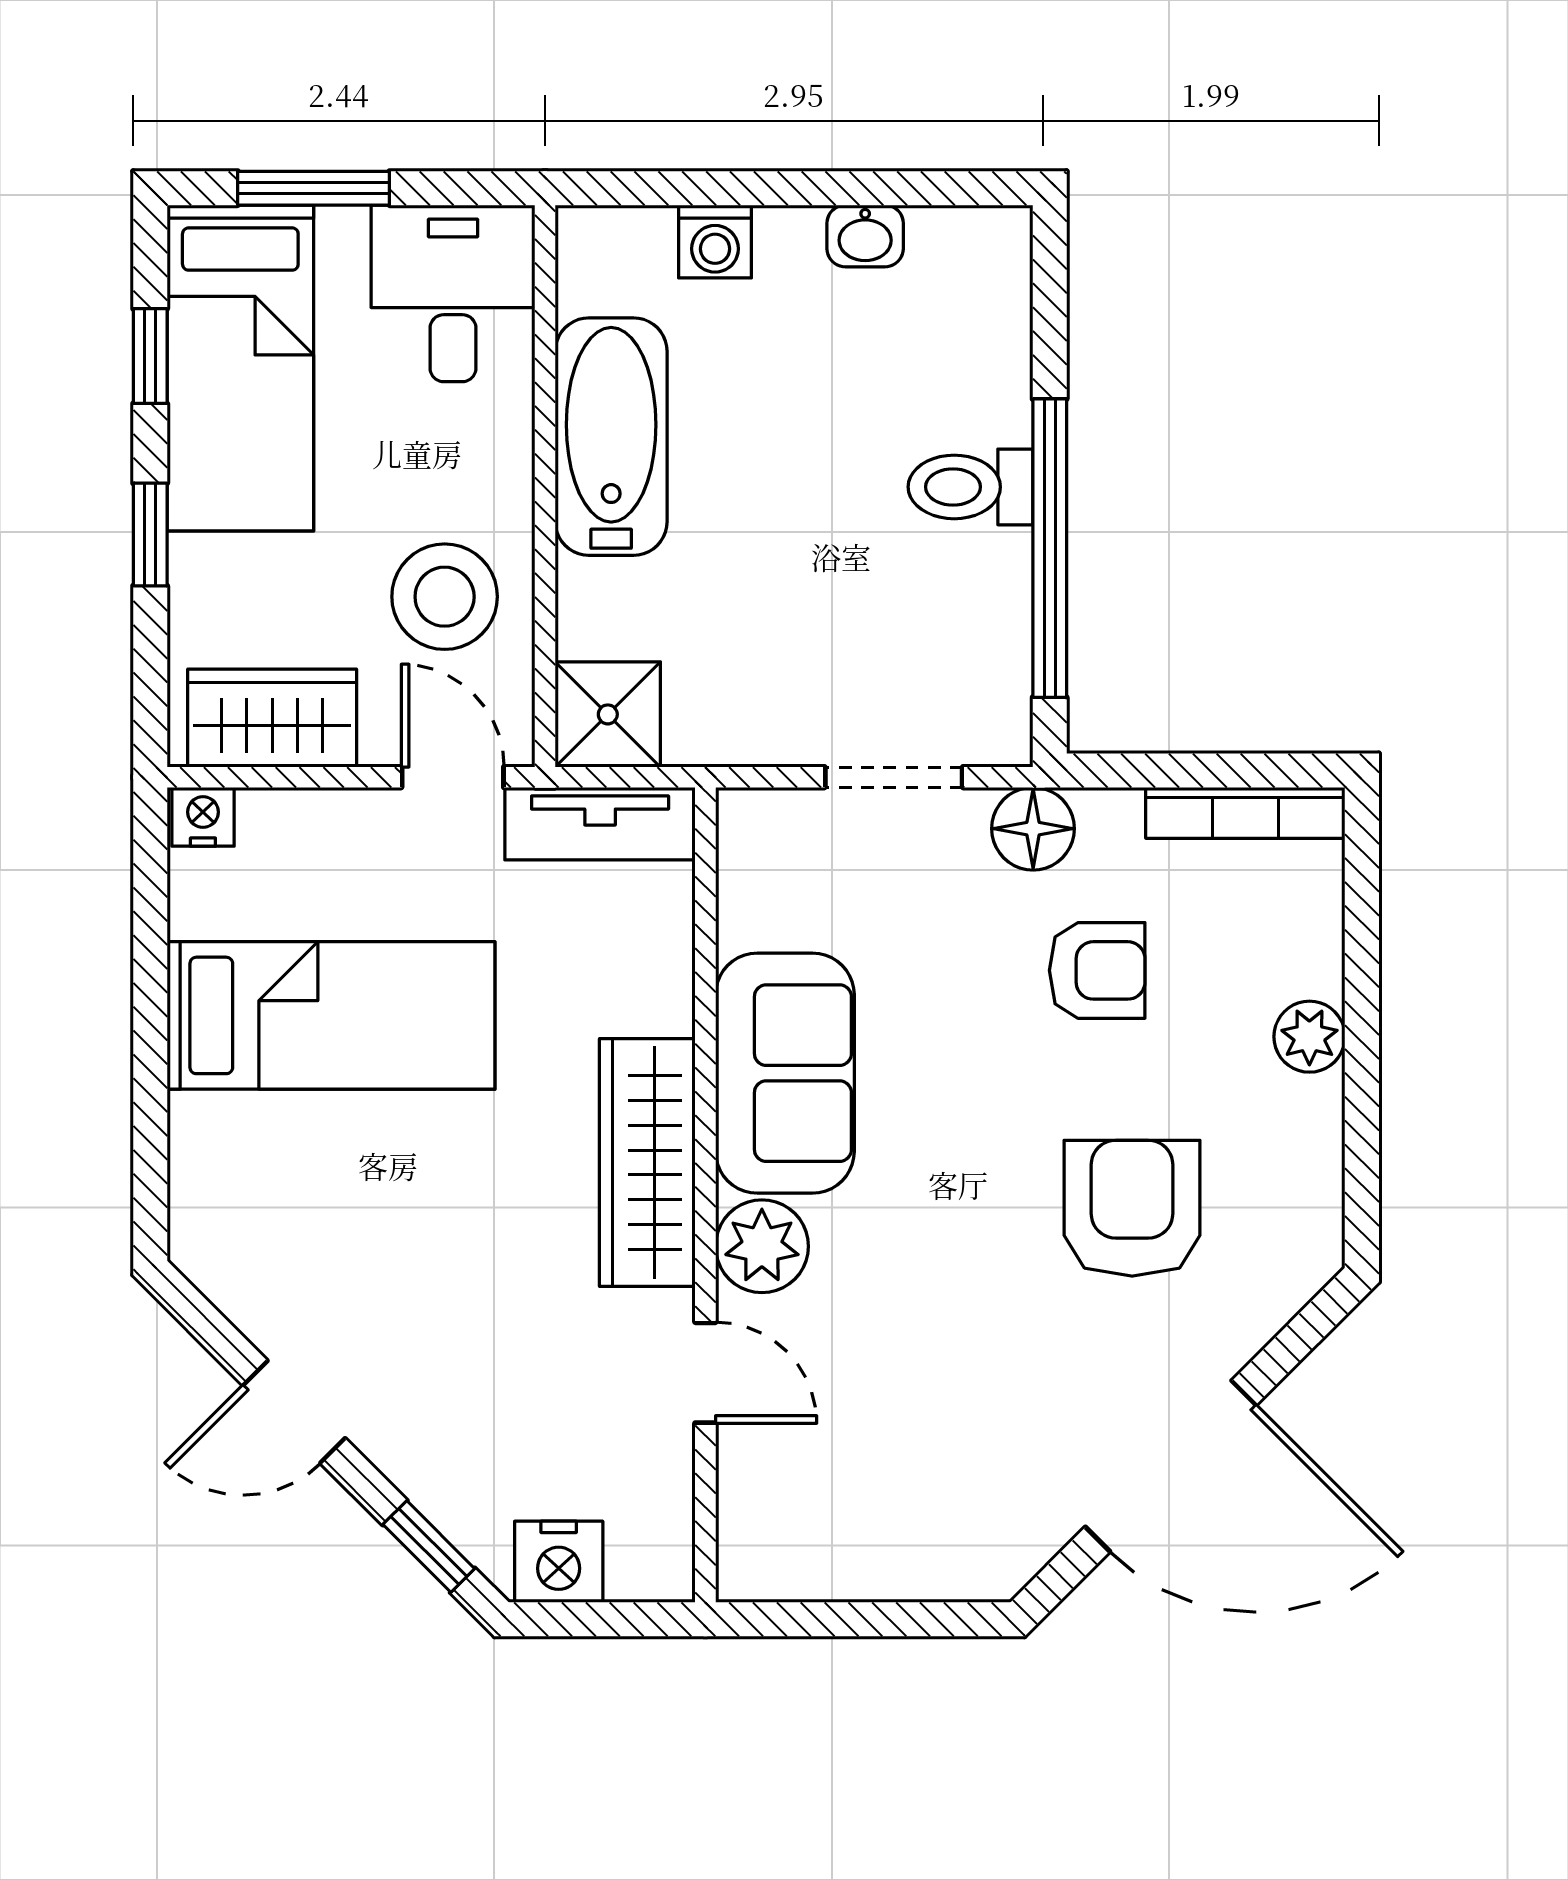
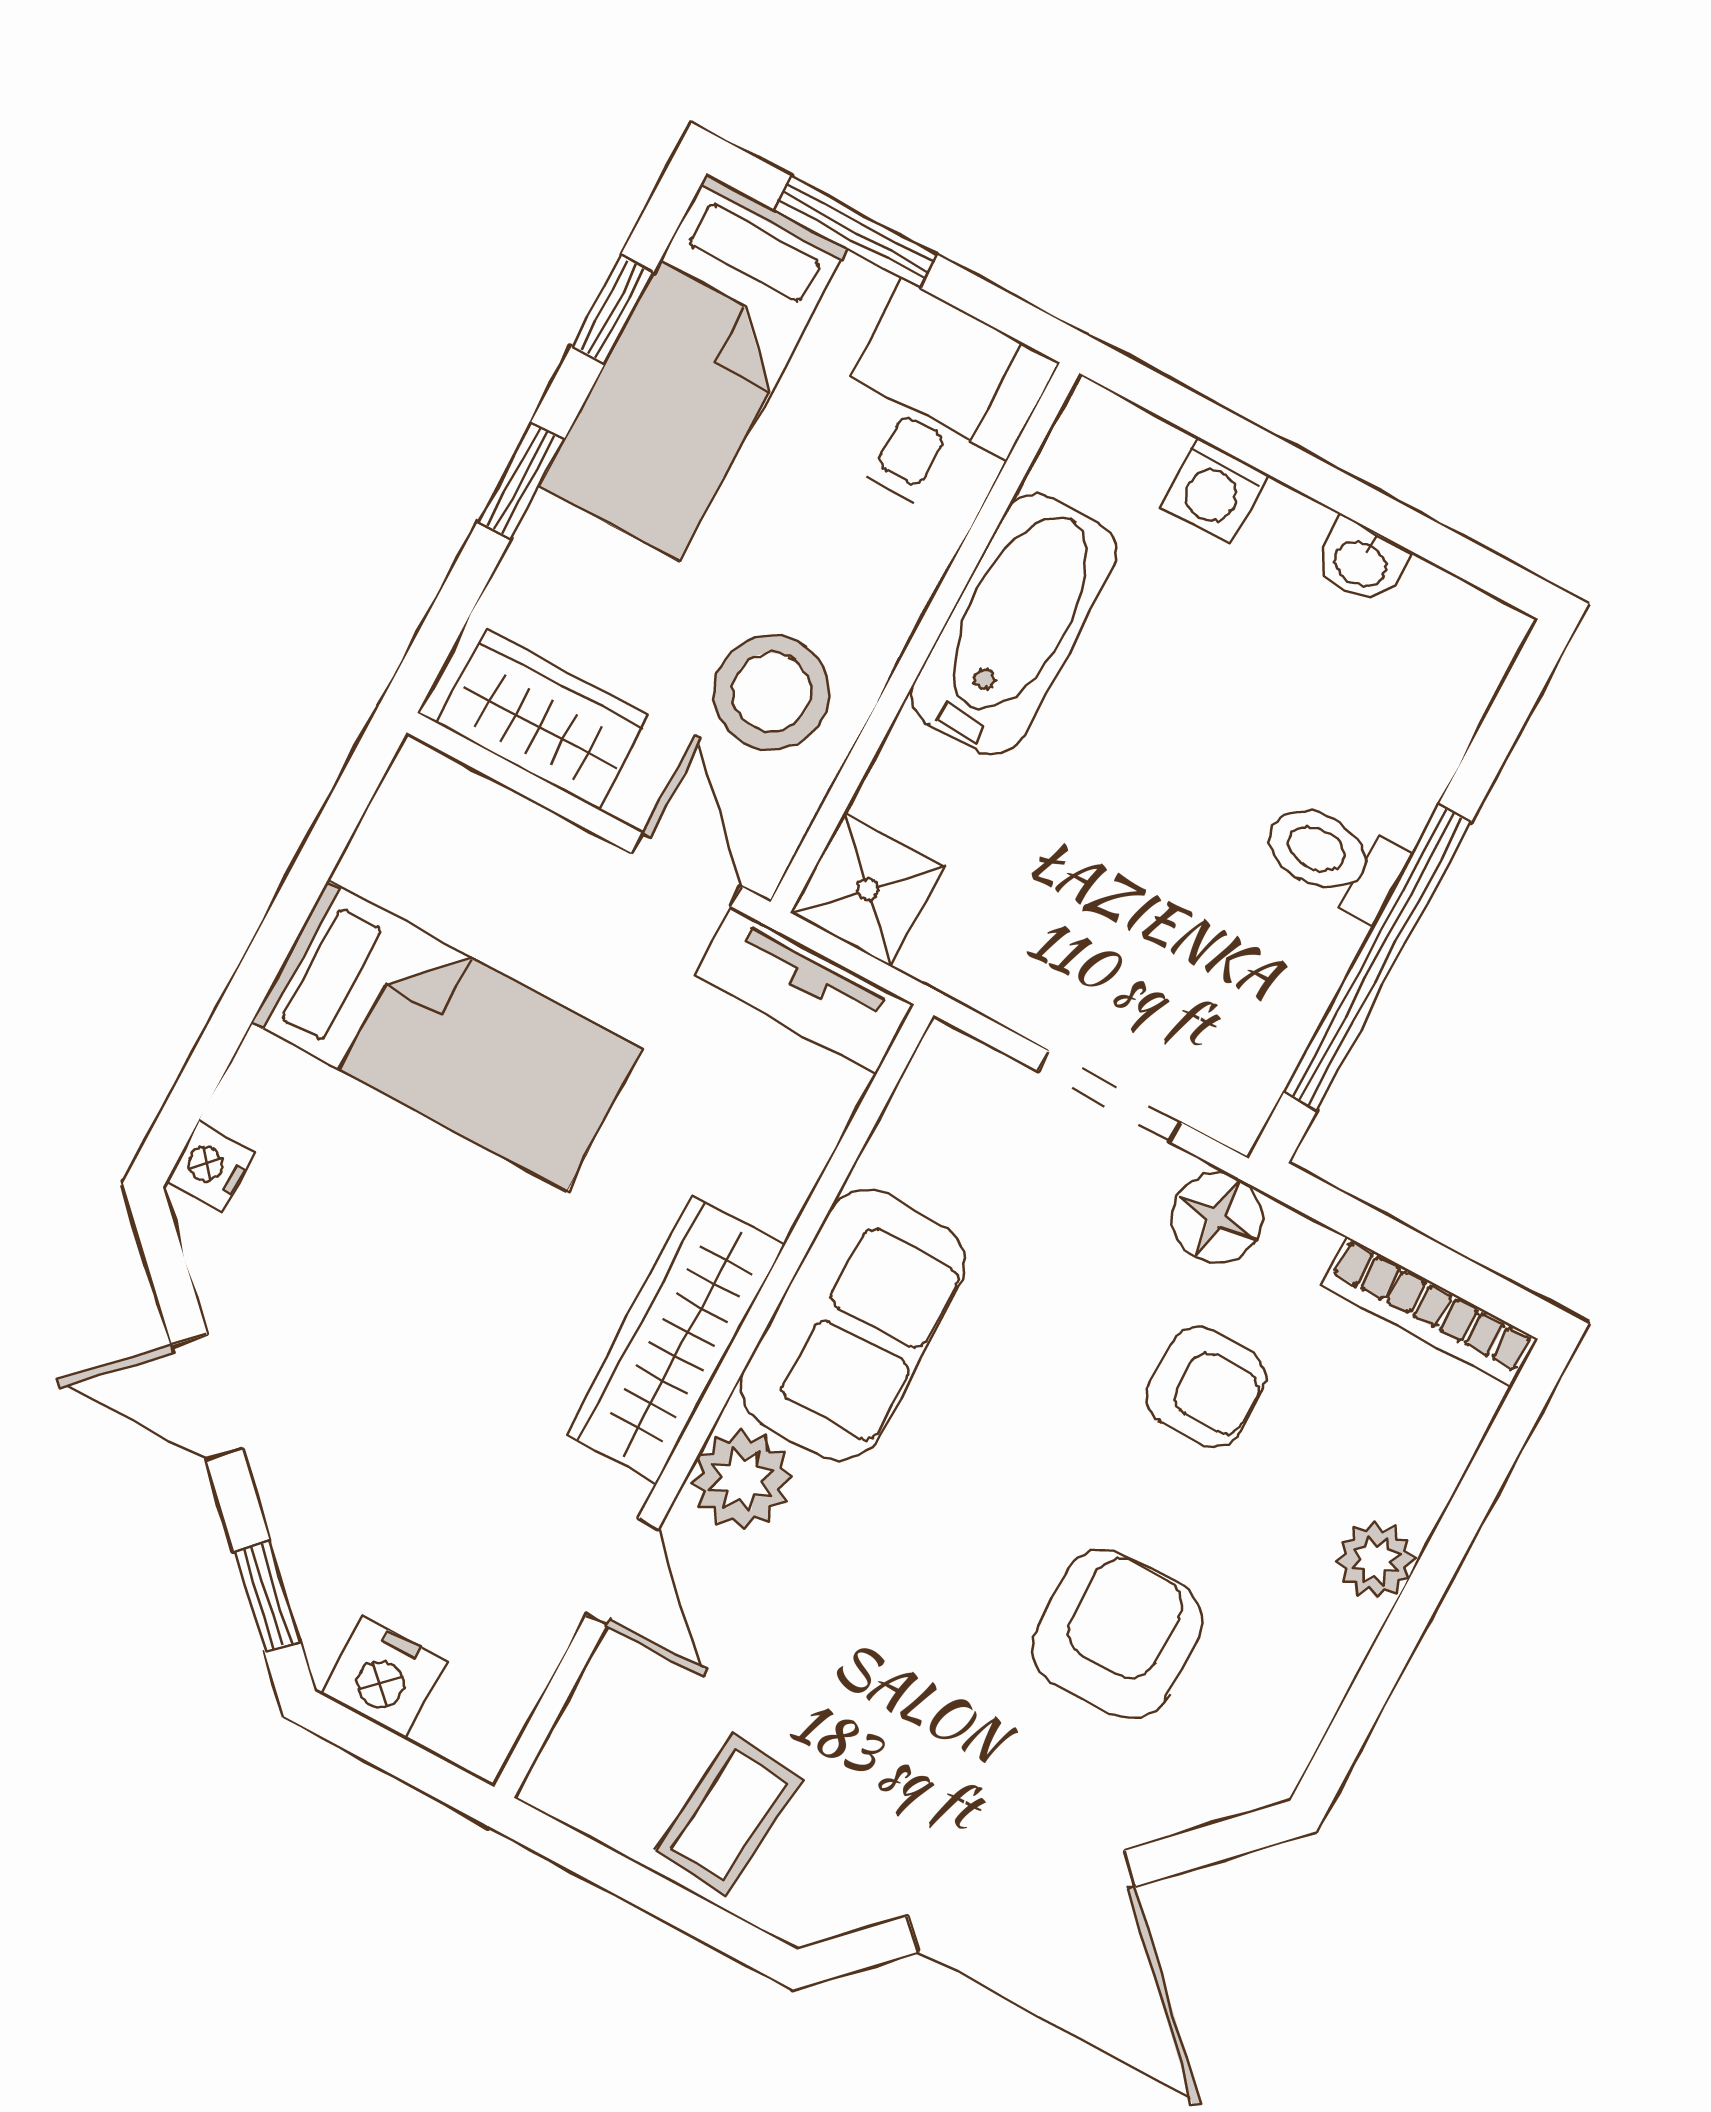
nightstand: (203, 817) -> (210, 1167), moved, turned -90
coffee table: (898, 1523) -> (730, 1815), added

